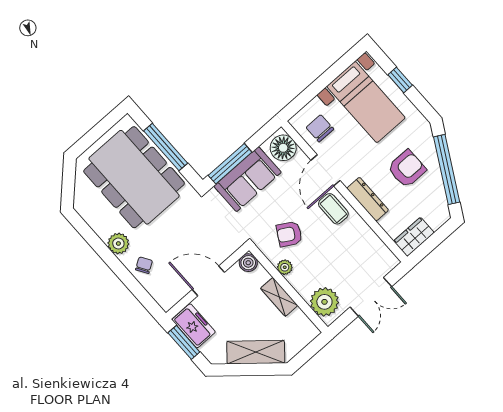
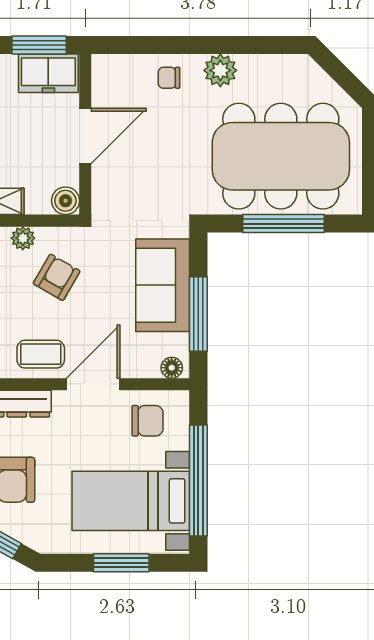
window: (327, 78) -> (198, 481), added
window: (400, 80) -> (121, 563), width x1.50
floor lamp: (283, 148) -> (172, 368), width x0.53, depth x0.53
window: (230, 164) -> (198, 314), moved
door: (325, 170) -> (93, 384), hinge flipped
chair: (144, 265) -> (169, 78), turned 122

